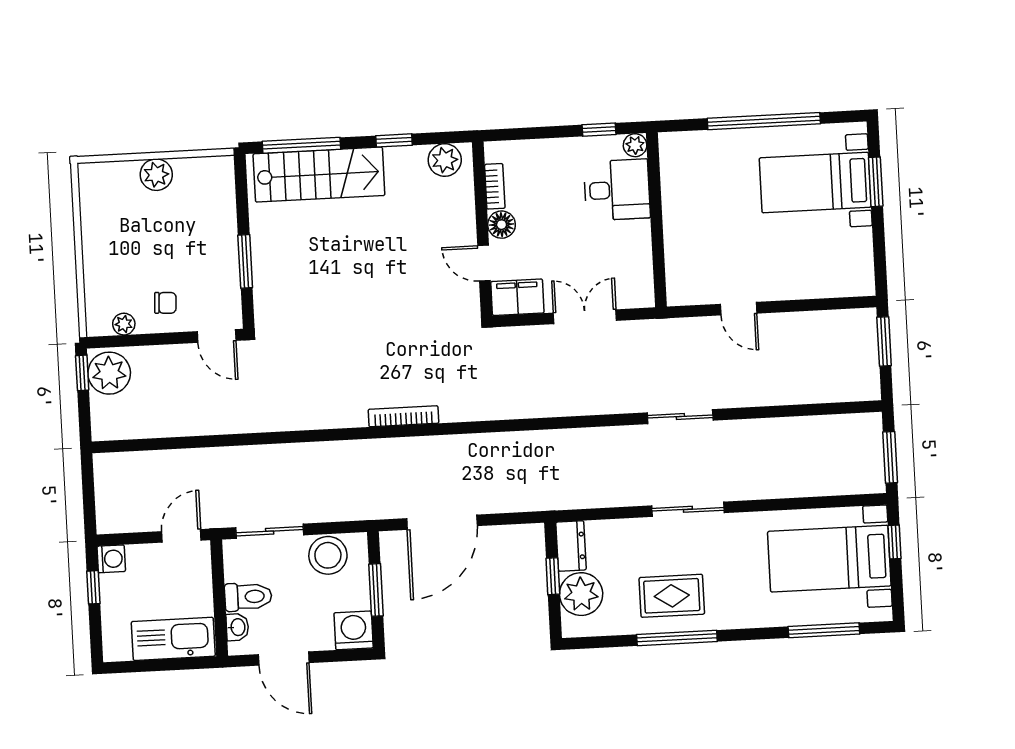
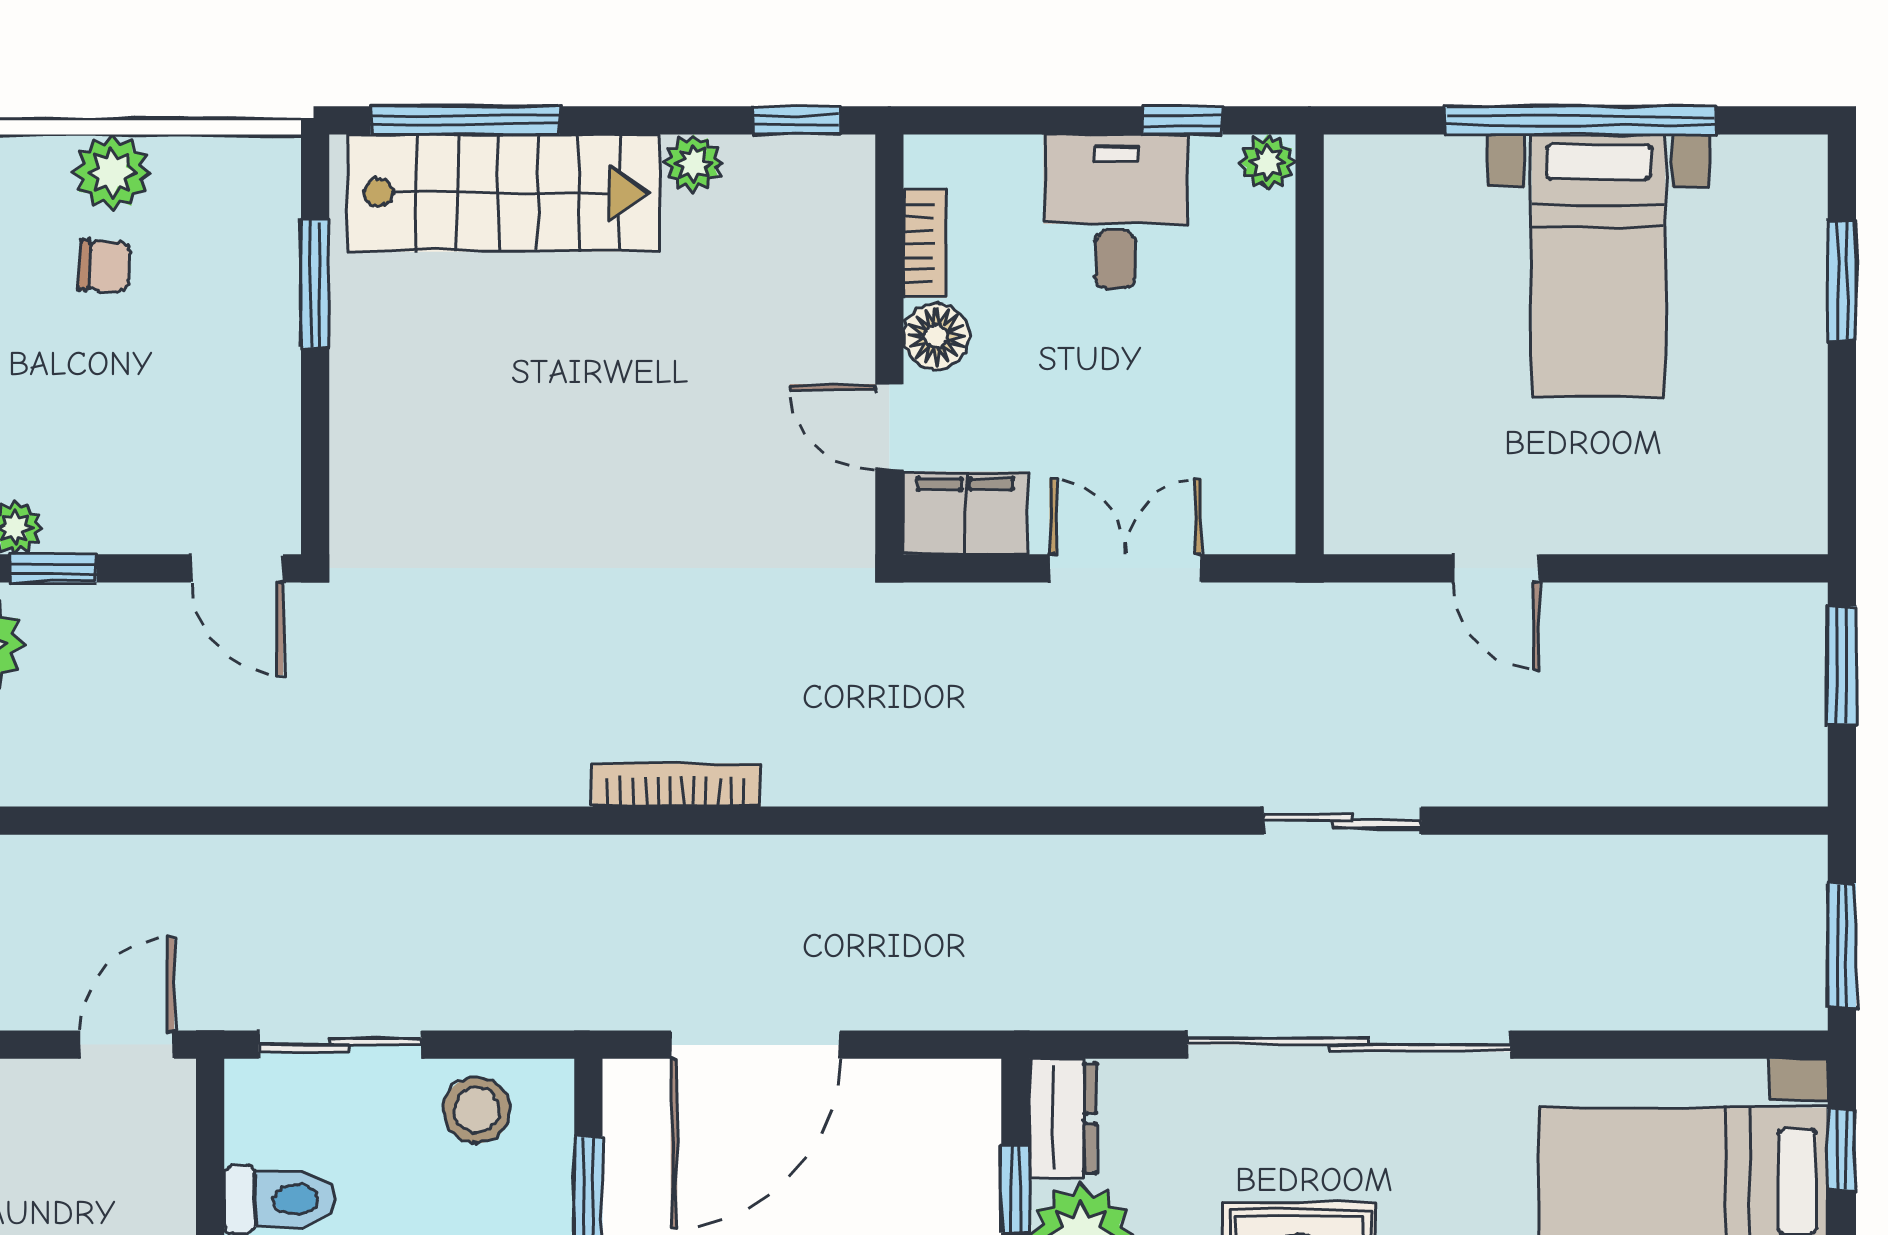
window: (394, 140) -> (796, 120), moved
plant: (445, 160) -> (694, 163), moved, width x0.73, depth x0.73
bed with nightstands: (815, 183) -> (1598, 266), moved, turned -90
desk: (617, 190) -> (1115, 211), moved, turned -90
window: (245, 261) -> (315, 284), moved
chair: (165, 303) -> (104, 266), moved
window: (141, 340) -> (53, 568), added
sliding door: (688, 509) -> (1349, 1045), width x1.86
stool: (328, 555) -> (477, 1110), width x0.73, depth x0.73

